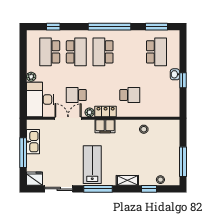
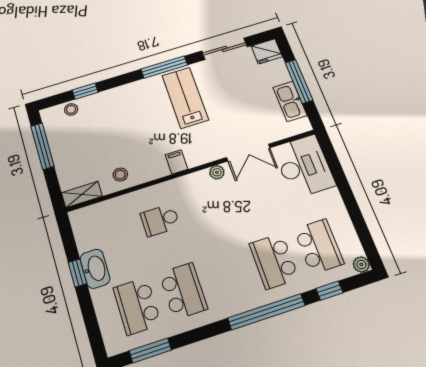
window: (110, 27) -> (266, 312), moved
school desk: (103, 52) -> (183, 291), moved
washbasin: (175, 74) -> (95, 269), width x1.91, depth x1.45
plant: (31, 77) -> (361, 264), moved
school desk: (76, 95) -> (248, 192), removed
locker: (106, 111) -> (191, 182), removed
filing cabinet: (105, 126) -> (176, 162), width x0.50
lab bench: (92, 165) -> (185, 98), turned 180
shelving: (127, 180) -> (82, 194), moved

